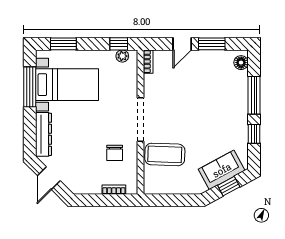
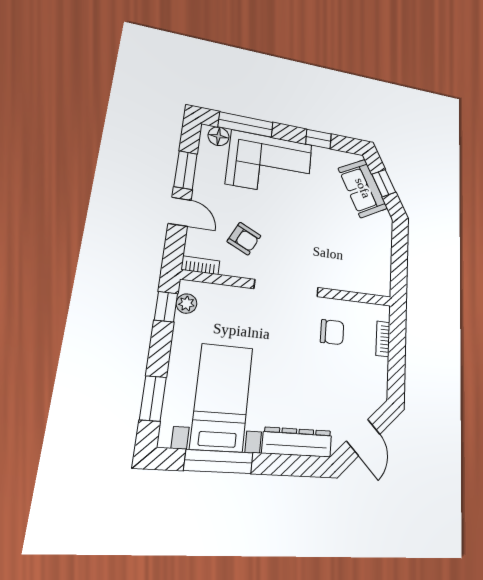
armchair: (170, 88) -> (244, 239), added
window: (254, 95) -> (246, 125), moved
corner sofa: (227, 100) -> (270, 164), added
coffee table: (165, 154) -> (338, 260), removed
door: (49, 178) -> (363, 438), hinge flipped

